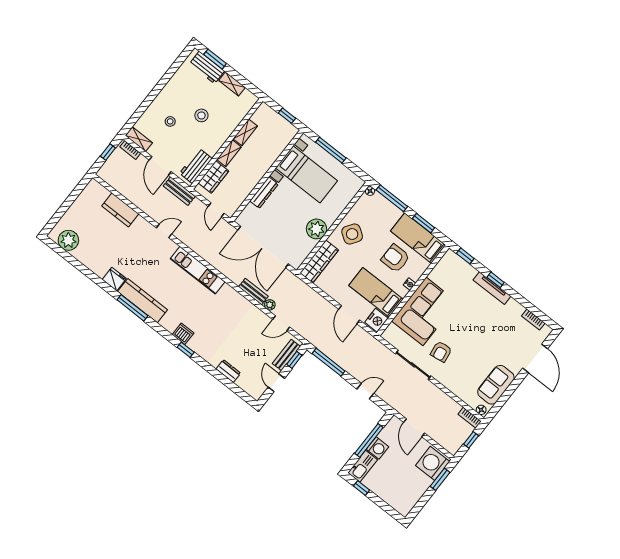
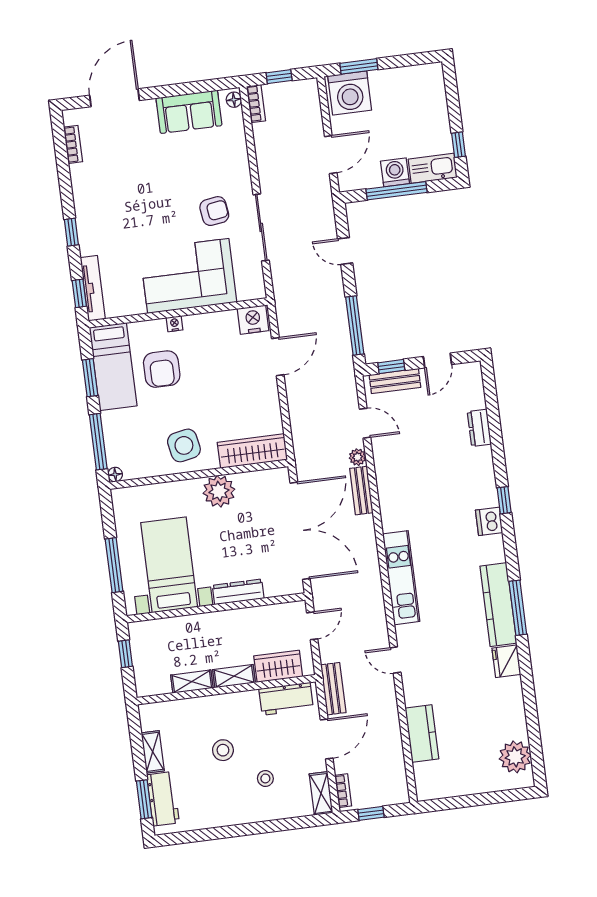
side table: (352, 234) -> (184, 445), turned 45
tv unit: (492, 288) -> (93, 288), moved
bed: (376, 292) -> (222, 352), removed

